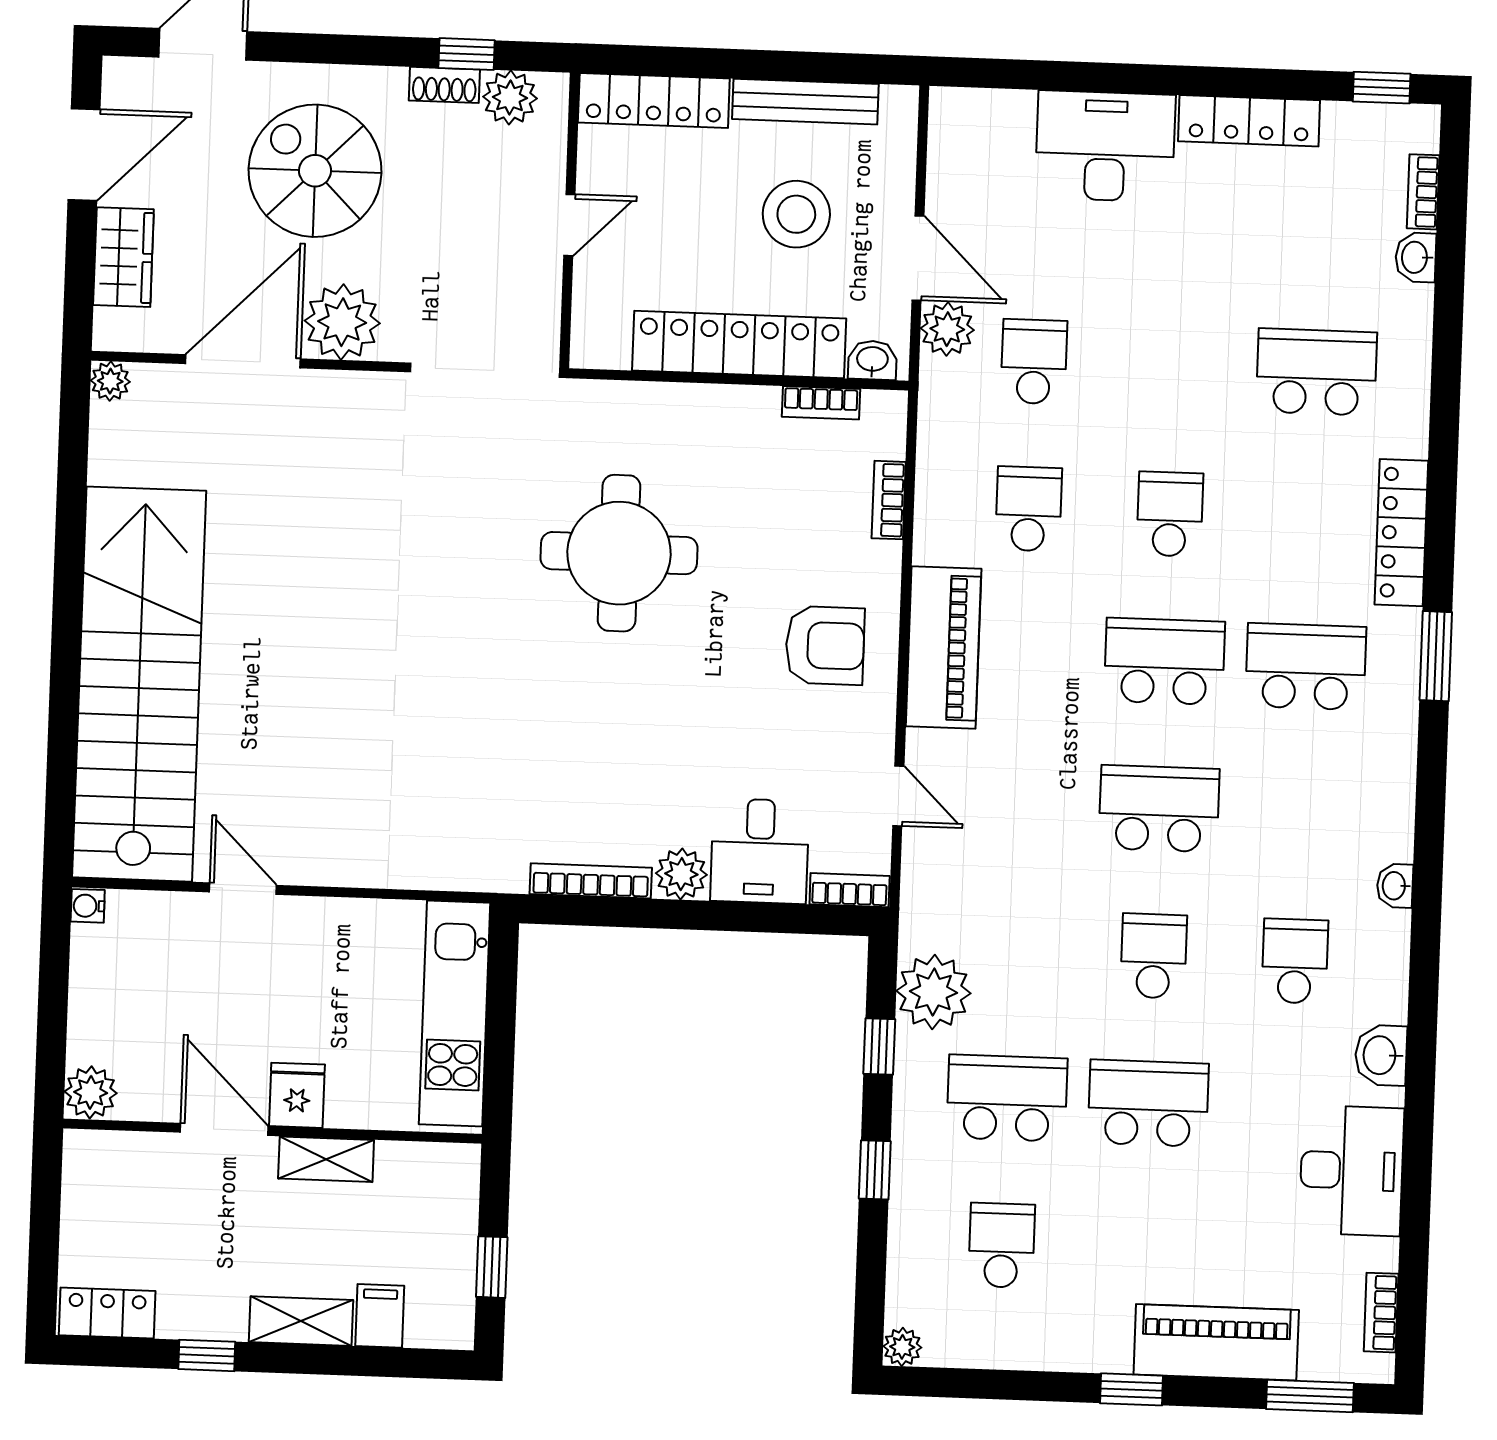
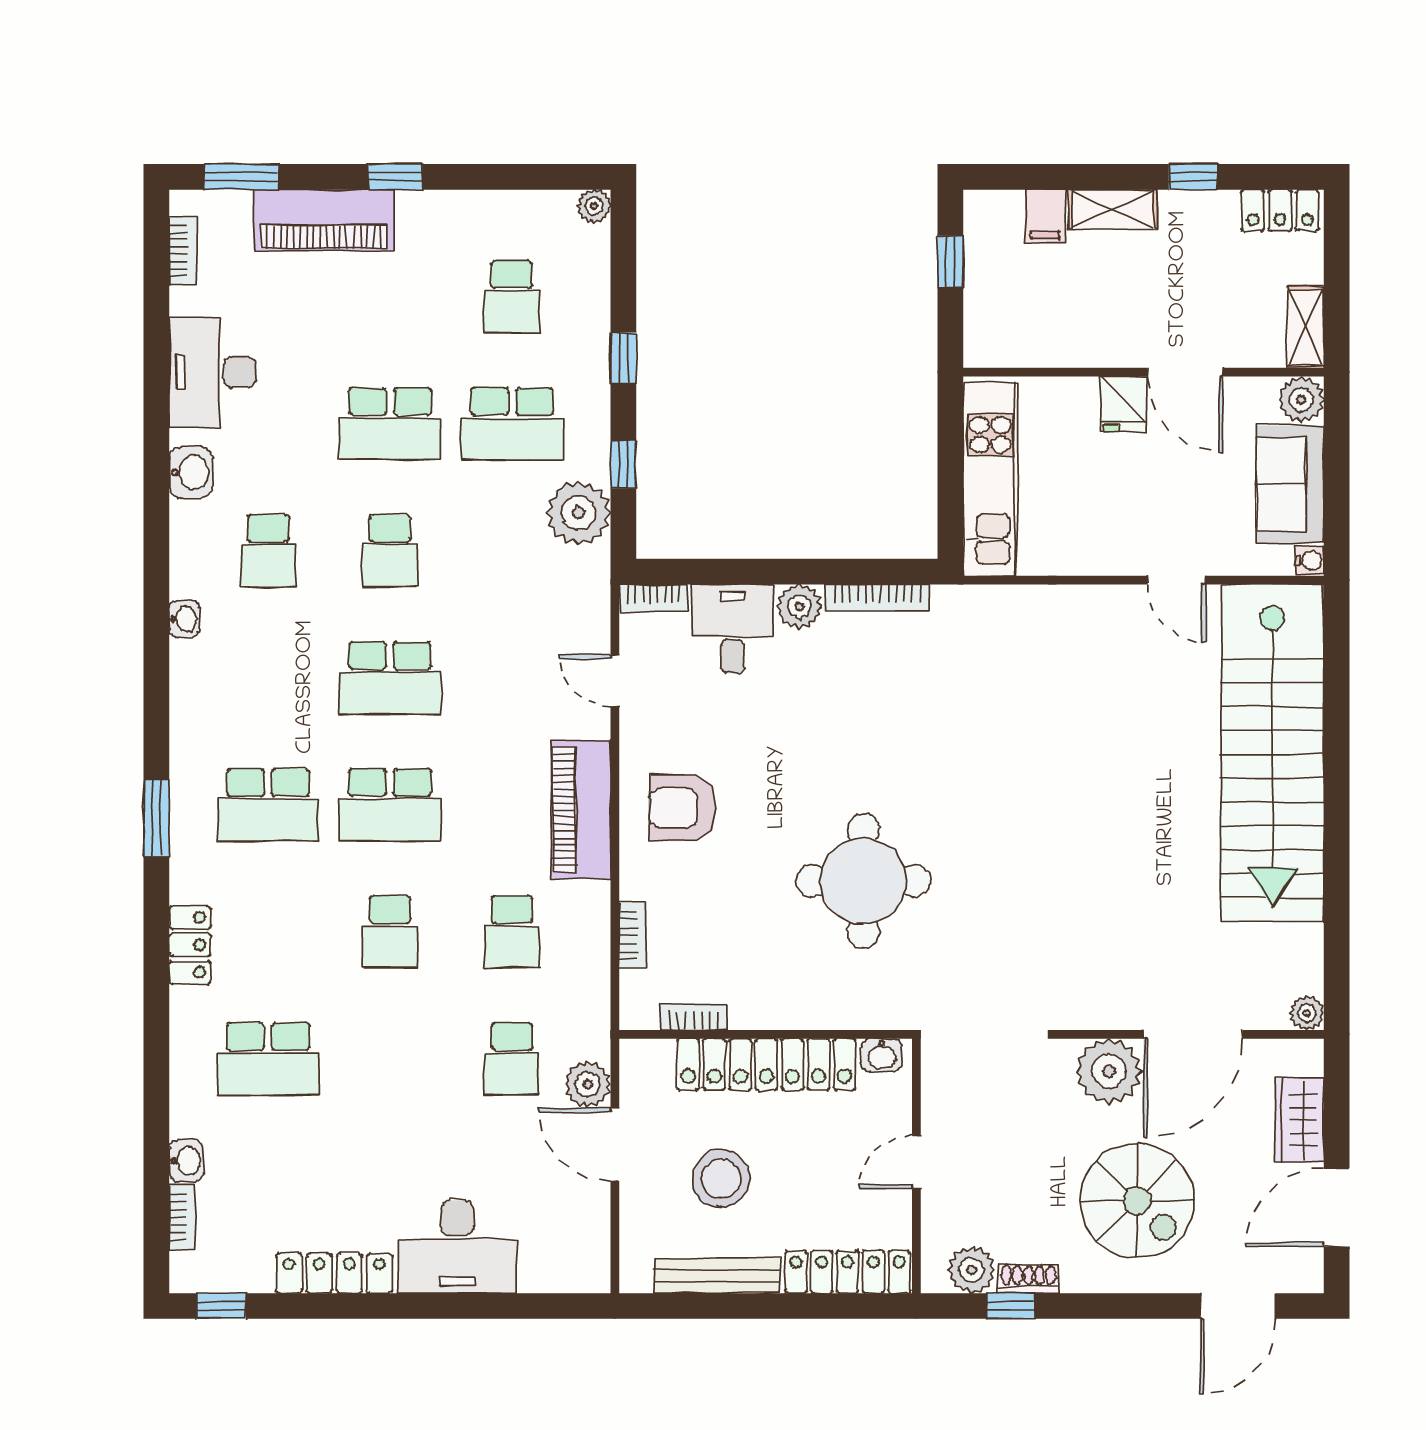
washbasin: (872, 360) -> (882, 1055), moved
locker: (1401, 533) -> (190, 945), width x0.66
sofa: (107, 995) -> (1290, 484), added
shelving: (326, 1159) -> (1306, 327), moved, turned 90

